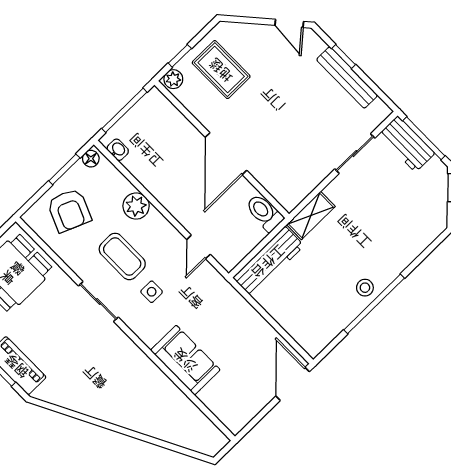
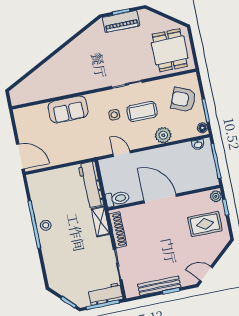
shoe rack: (307, 184) -> (118, 230), added

